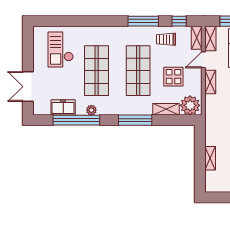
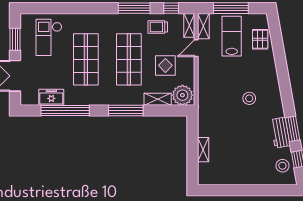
window: (28, 51) -> (15, 39), added
shelving: (210, 82) -> (203, 71), removed
plant: (91, 110) -> (81, 100), removed

